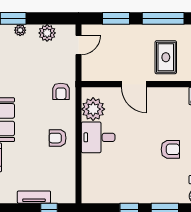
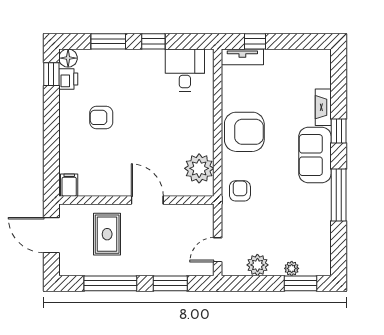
desk: (98, 137) -> (185, 70), moved, turned -90
armchair: (58, 138) -> (244, 132), width x1.88, depth x1.88
tv unit: (34, 197) -> (242, 57), moved

